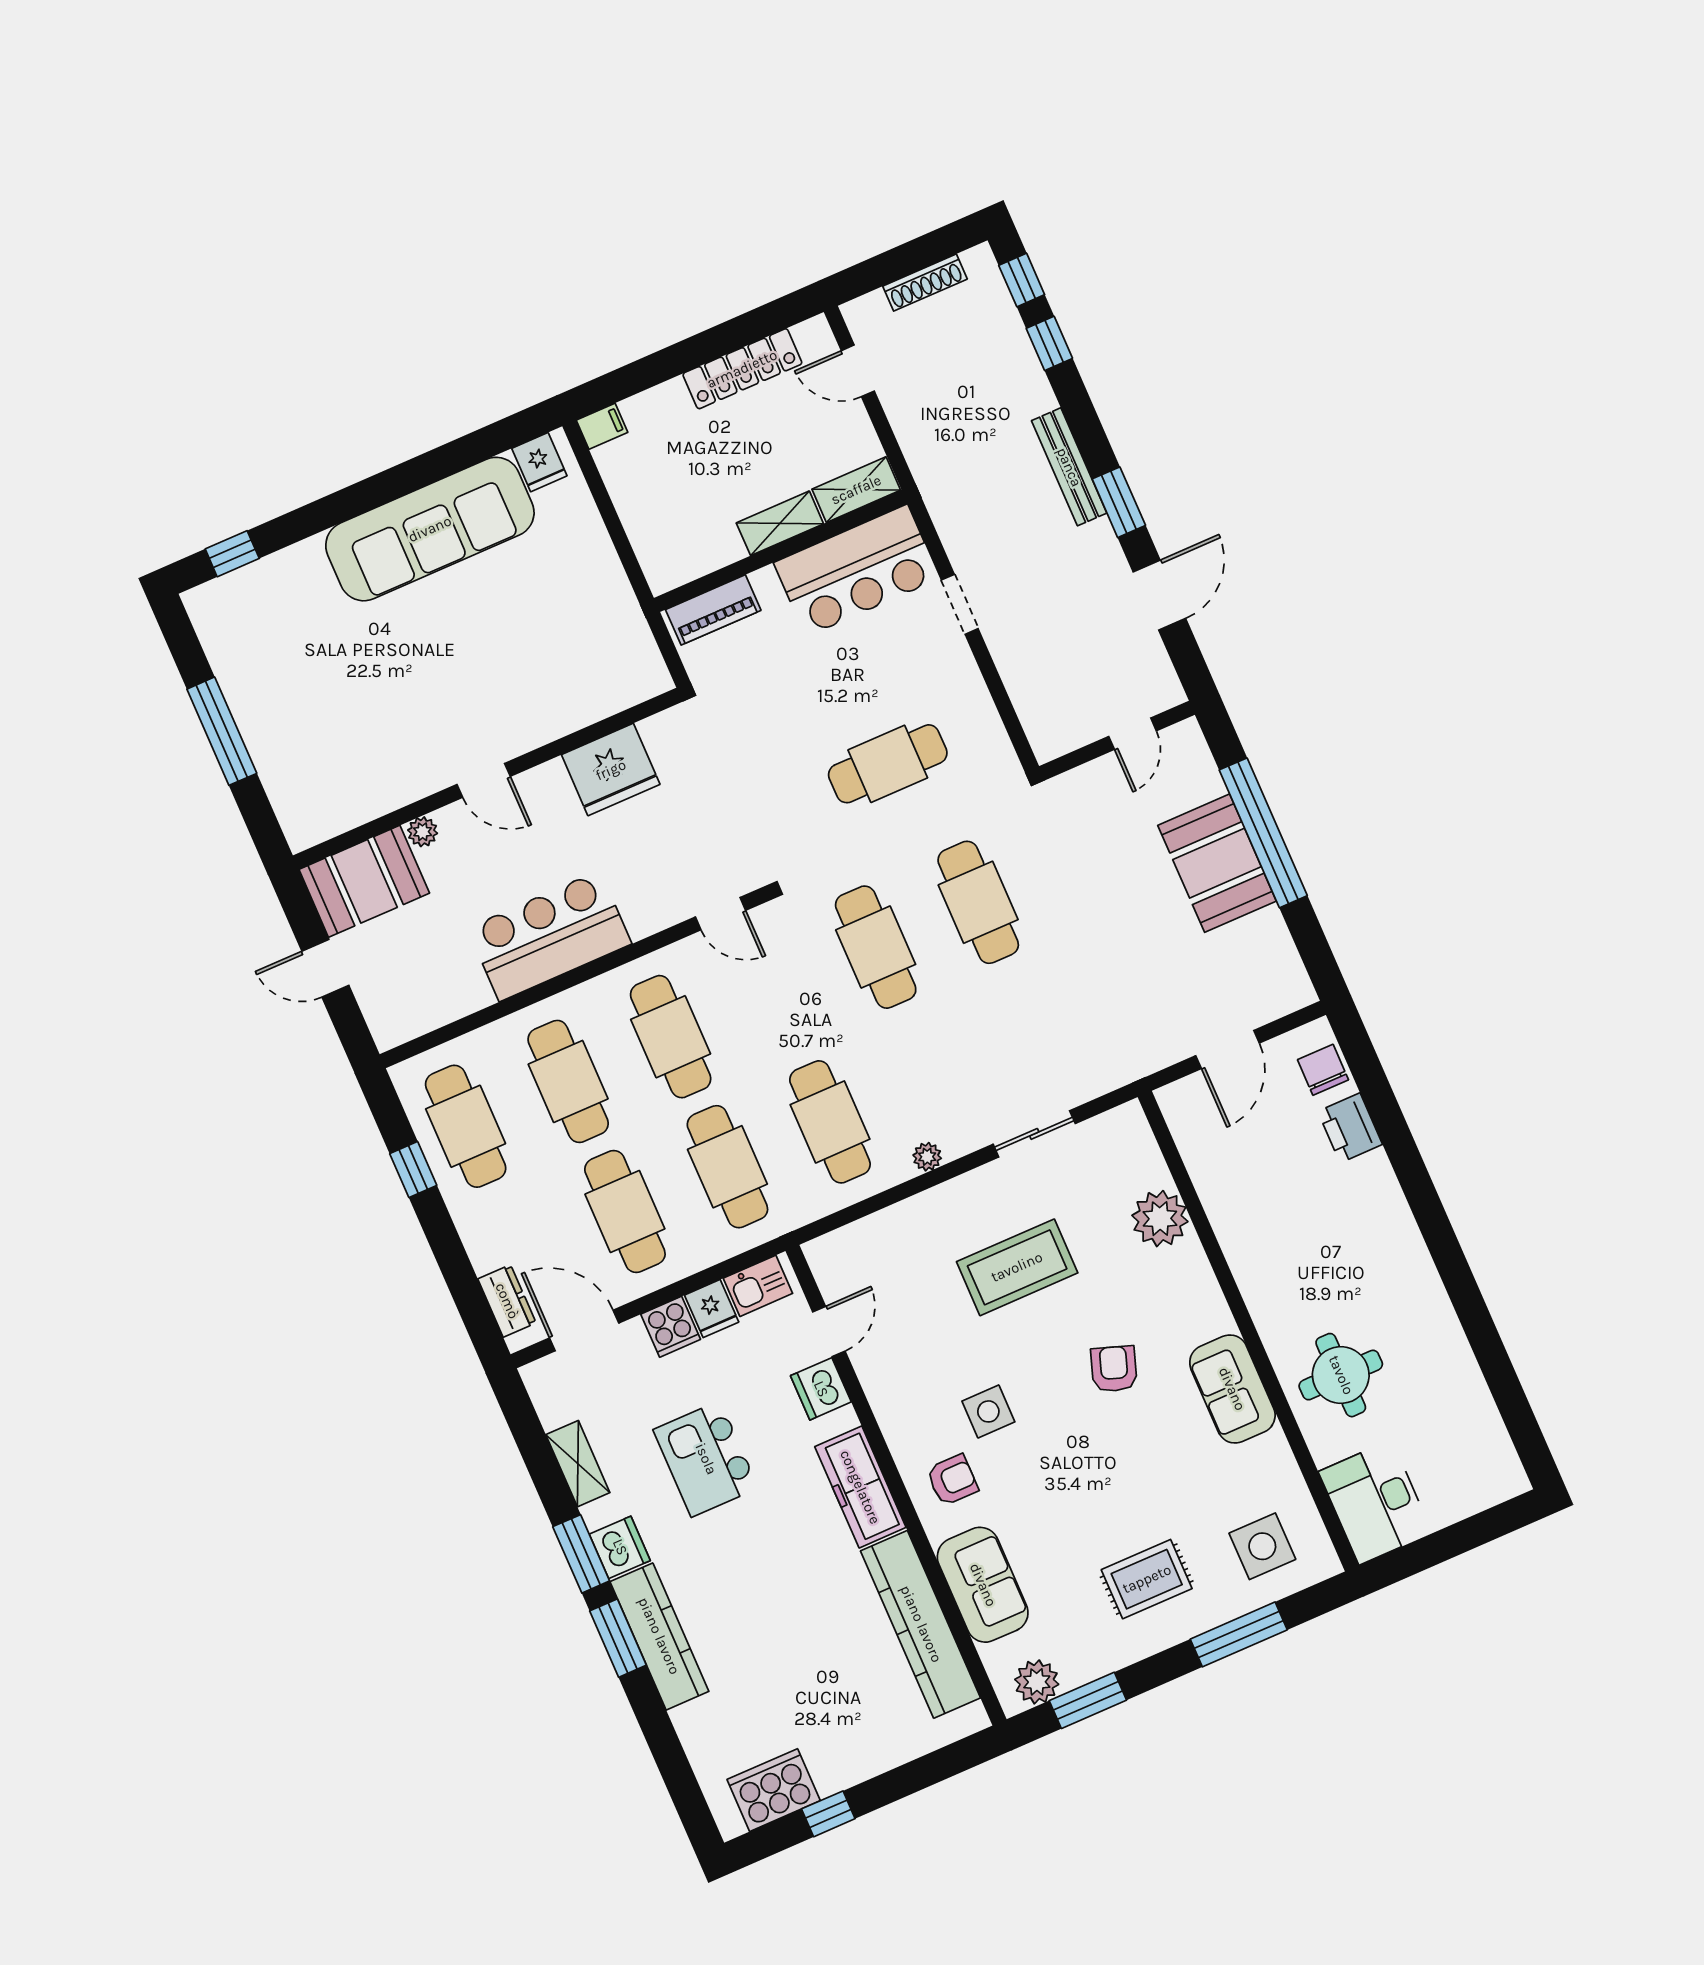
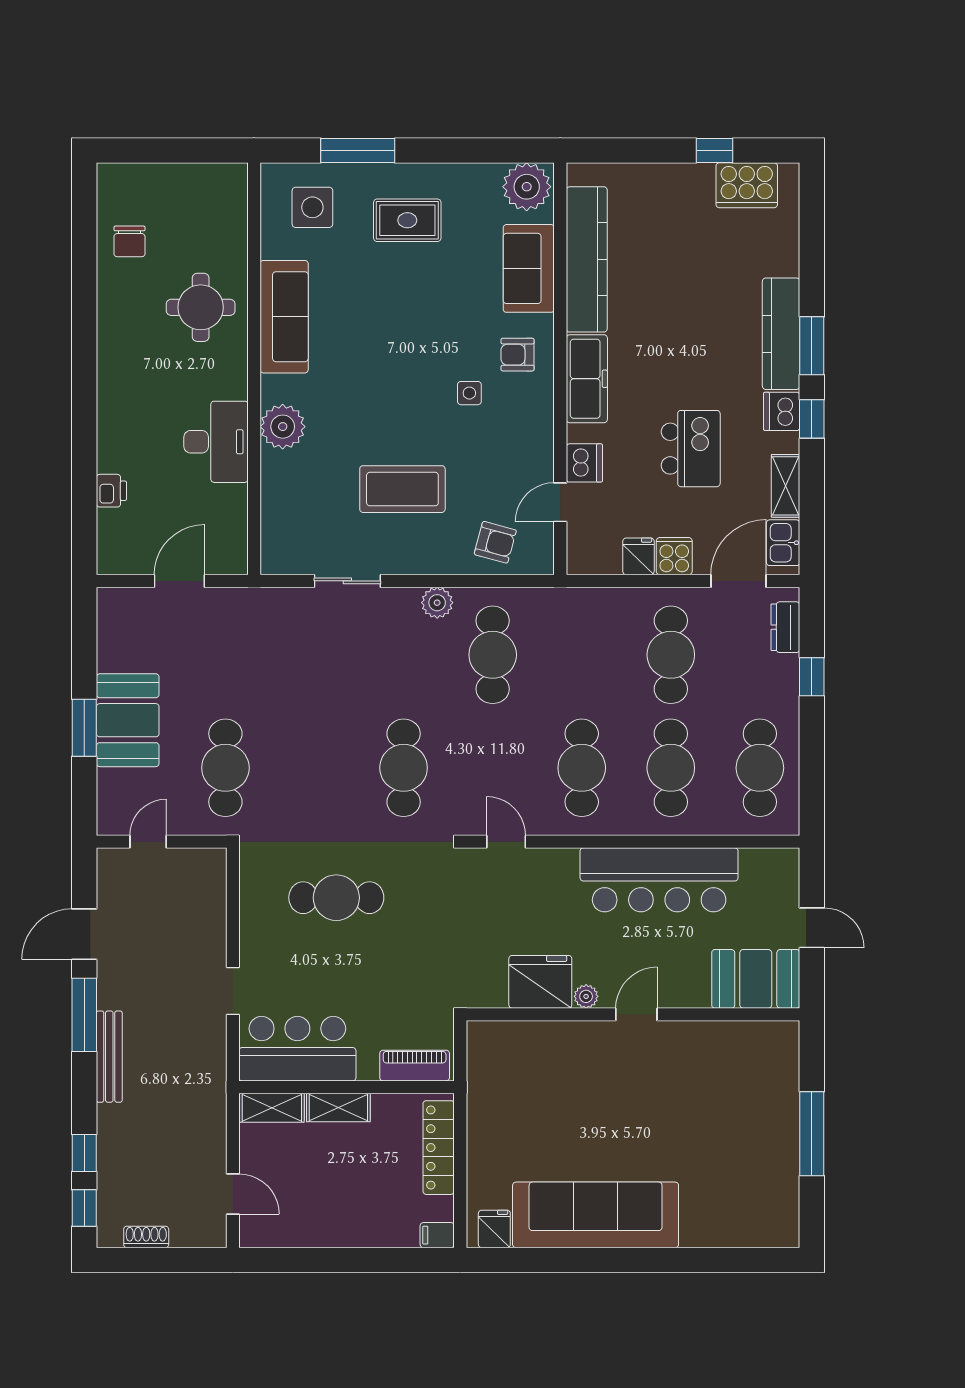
shoe rack: (925, 283) -> (146, 1237), width x0.70
locker: (742, 369) -> (439, 1148), moved, turned -90
window: (1119, 502) -> (84, 1015), width x1.44
window: (232, 554) -> (748, 1260), removed
door: (484, 780) -> (636, 1014), hinge flipped
plant: (423, 832) -> (586, 996), moved
window: (1263, 833) -> (84, 728), width x0.47
cafe table: (978, 902) -> (225, 768), moved
bar counter: (550, 936) -> (659, 880), width x1.36
chair: (1323, 1070) -> (129, 241), moved
printer: (1350, 1128) -> (111, 491), width x0.73, depth x0.81
plant: (927, 1157) -> (437, 603), width x1.38, depth x1.38
cafe table: (727, 1167) -> (582, 655), removed
window: (413, 1170) -> (812, 677), moved
plant: (1160, 1219) -> (283, 427), moved
kitchen sink: (758, 1286) -> (783, 543), moved, turned -90
door: (584, 1331) -> (739, 581), swing flipped
armchair: (1114, 1369) -> (495, 542), moved, turned -94
sofa: (1232, 1389) -> (284, 317), width x1.36
side table: (988, 1411) -> (469, 393), width x0.73, depth x0.73
desk: (1375, 1502) -> (216, 442), moved
window: (581, 1554) -> (812, 419), width x0.67
plant: (1037, 1682) -> (527, 187), width x1.36, depth x1.36
window: (1088, 1700) -> (489, 151), removed

